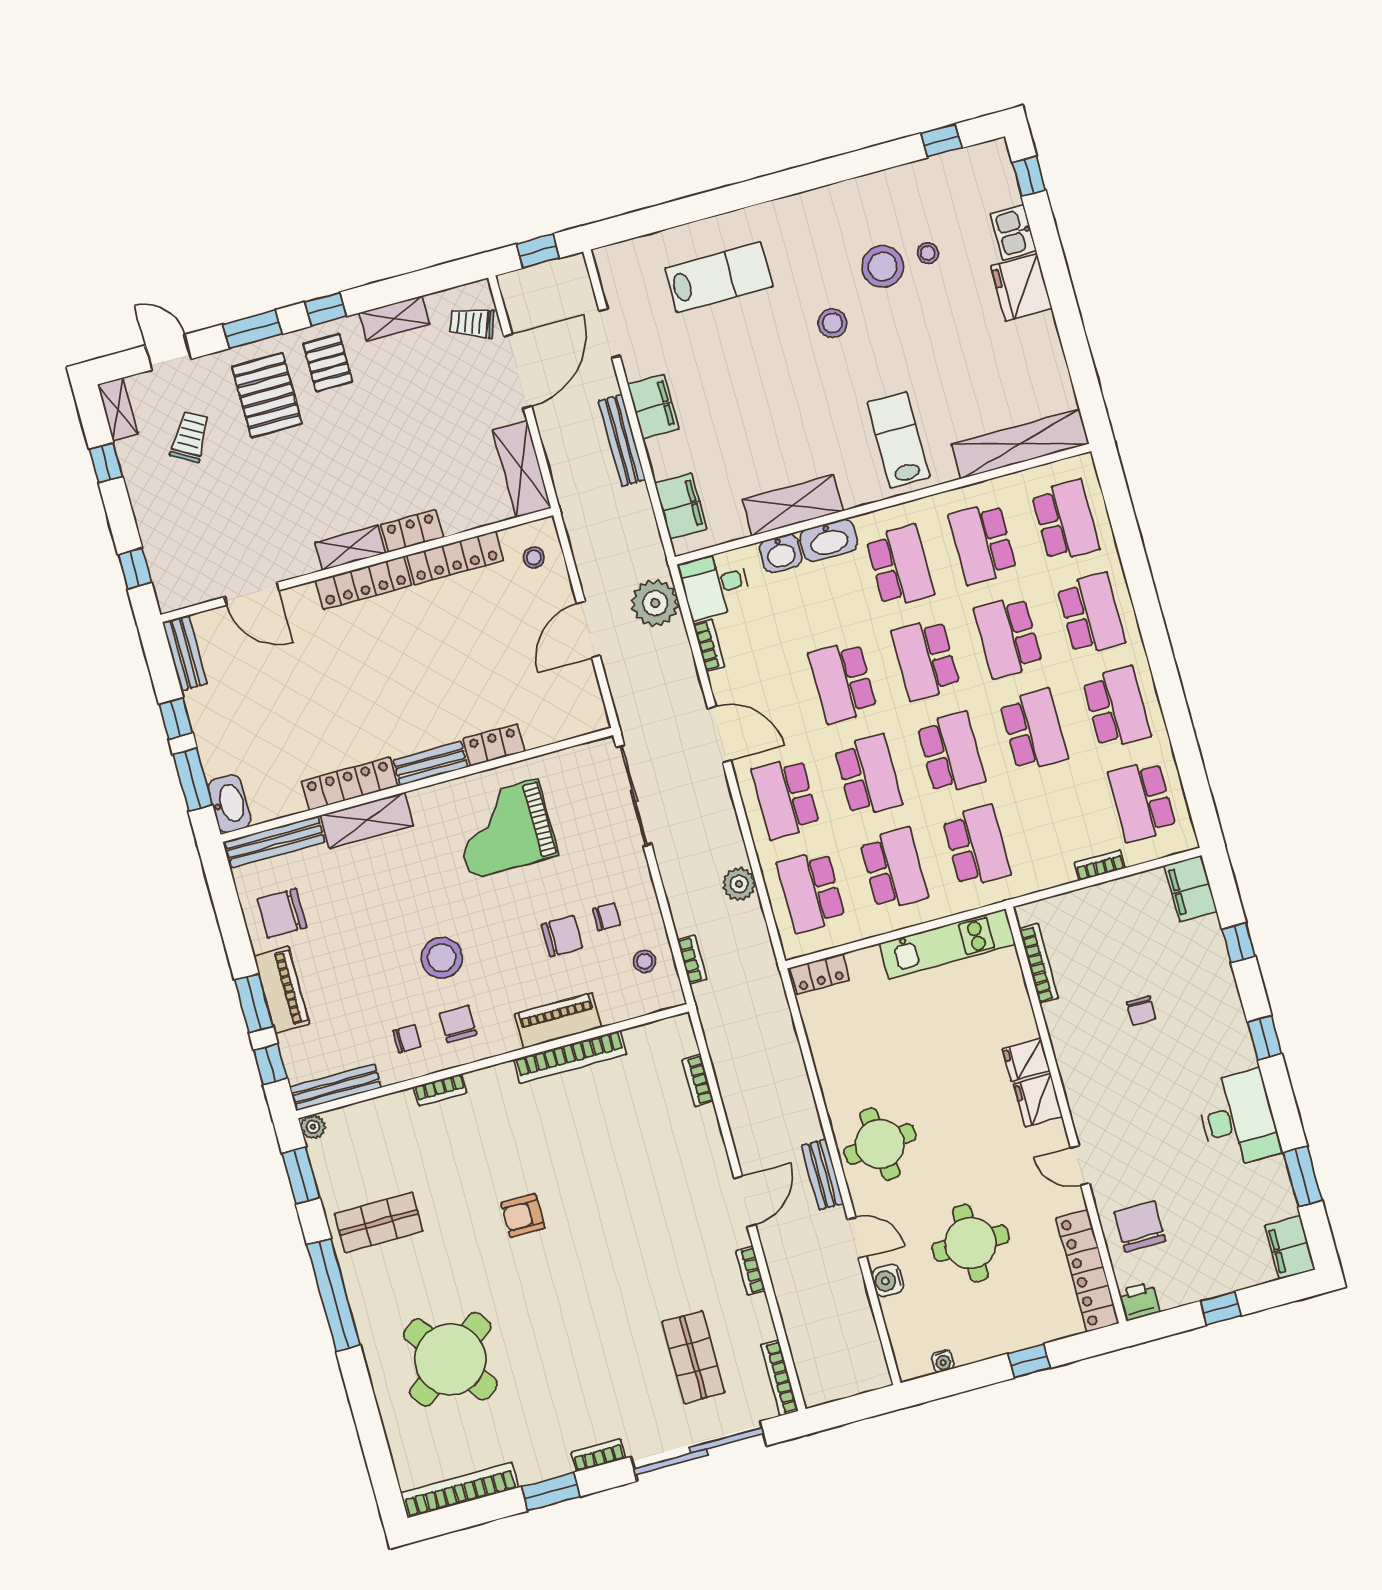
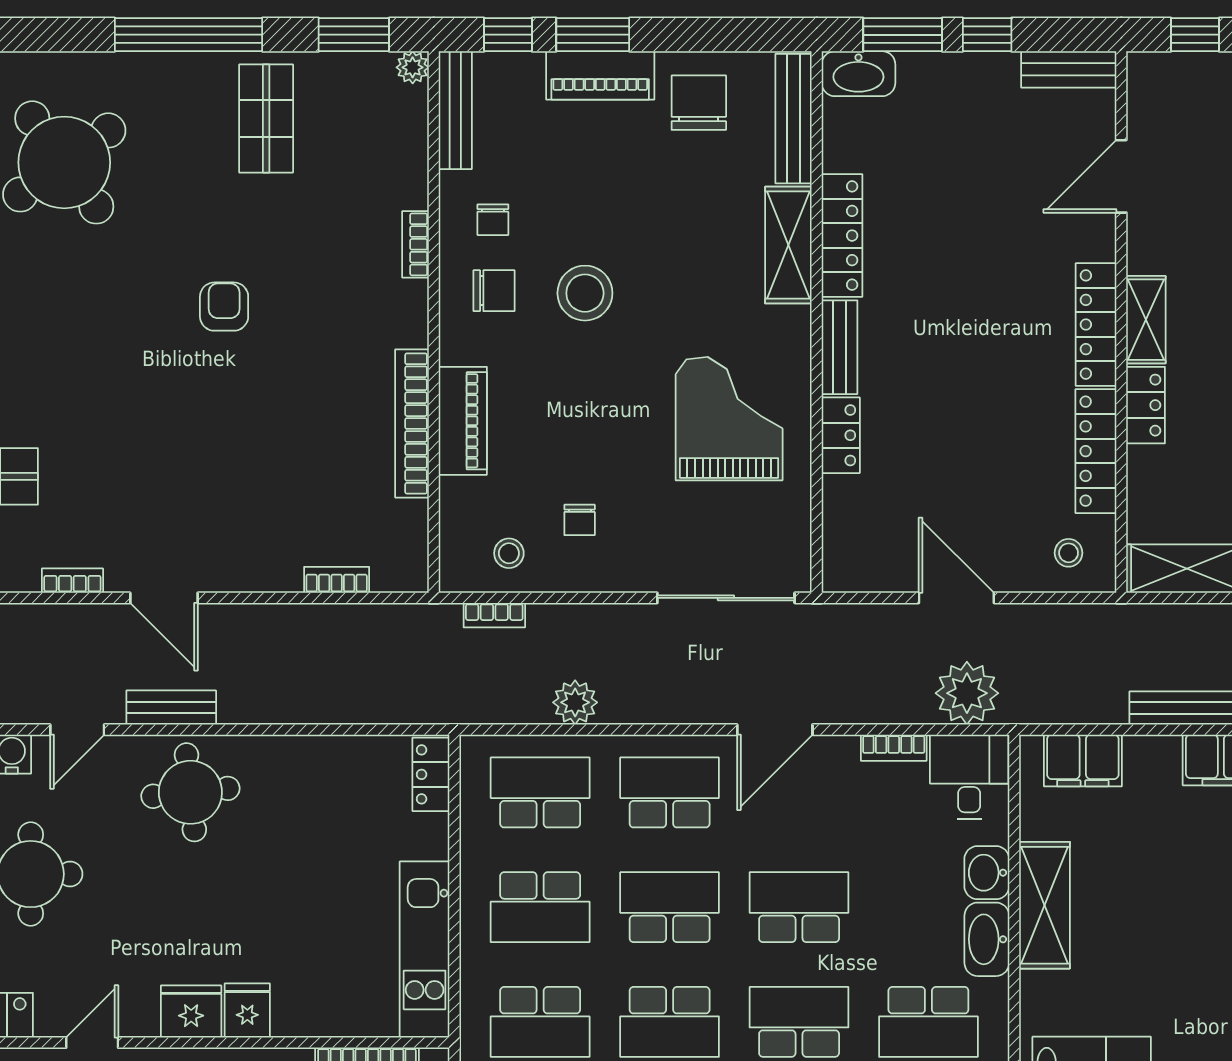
school desk: (868, 775) -> (670, 907), turned 180
chair: (562, 936) -> (570, 455), removed

